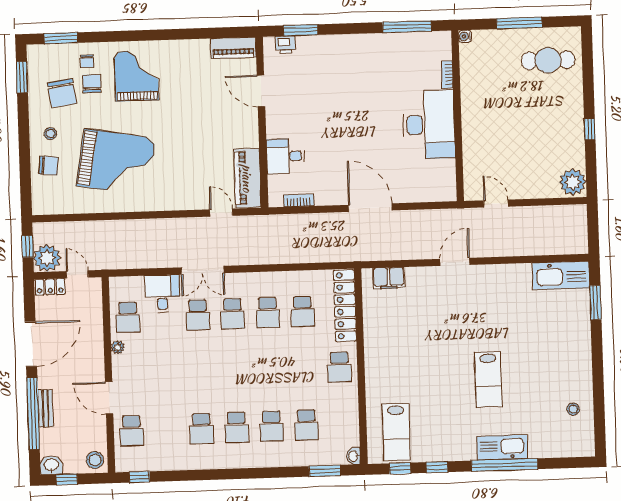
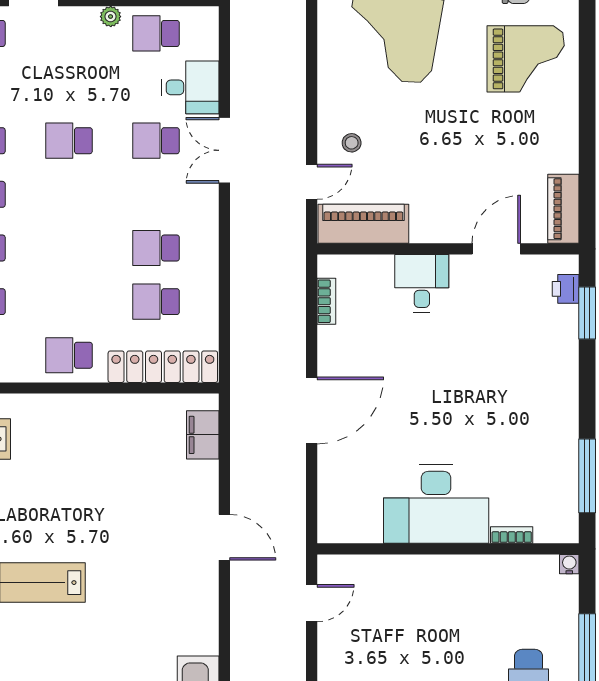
desk: (286, 156) -> (422, 283), moved
stool: (195, 187) -> (352, 143), added
school desk: (233, 314) -> (69, 141), moved

